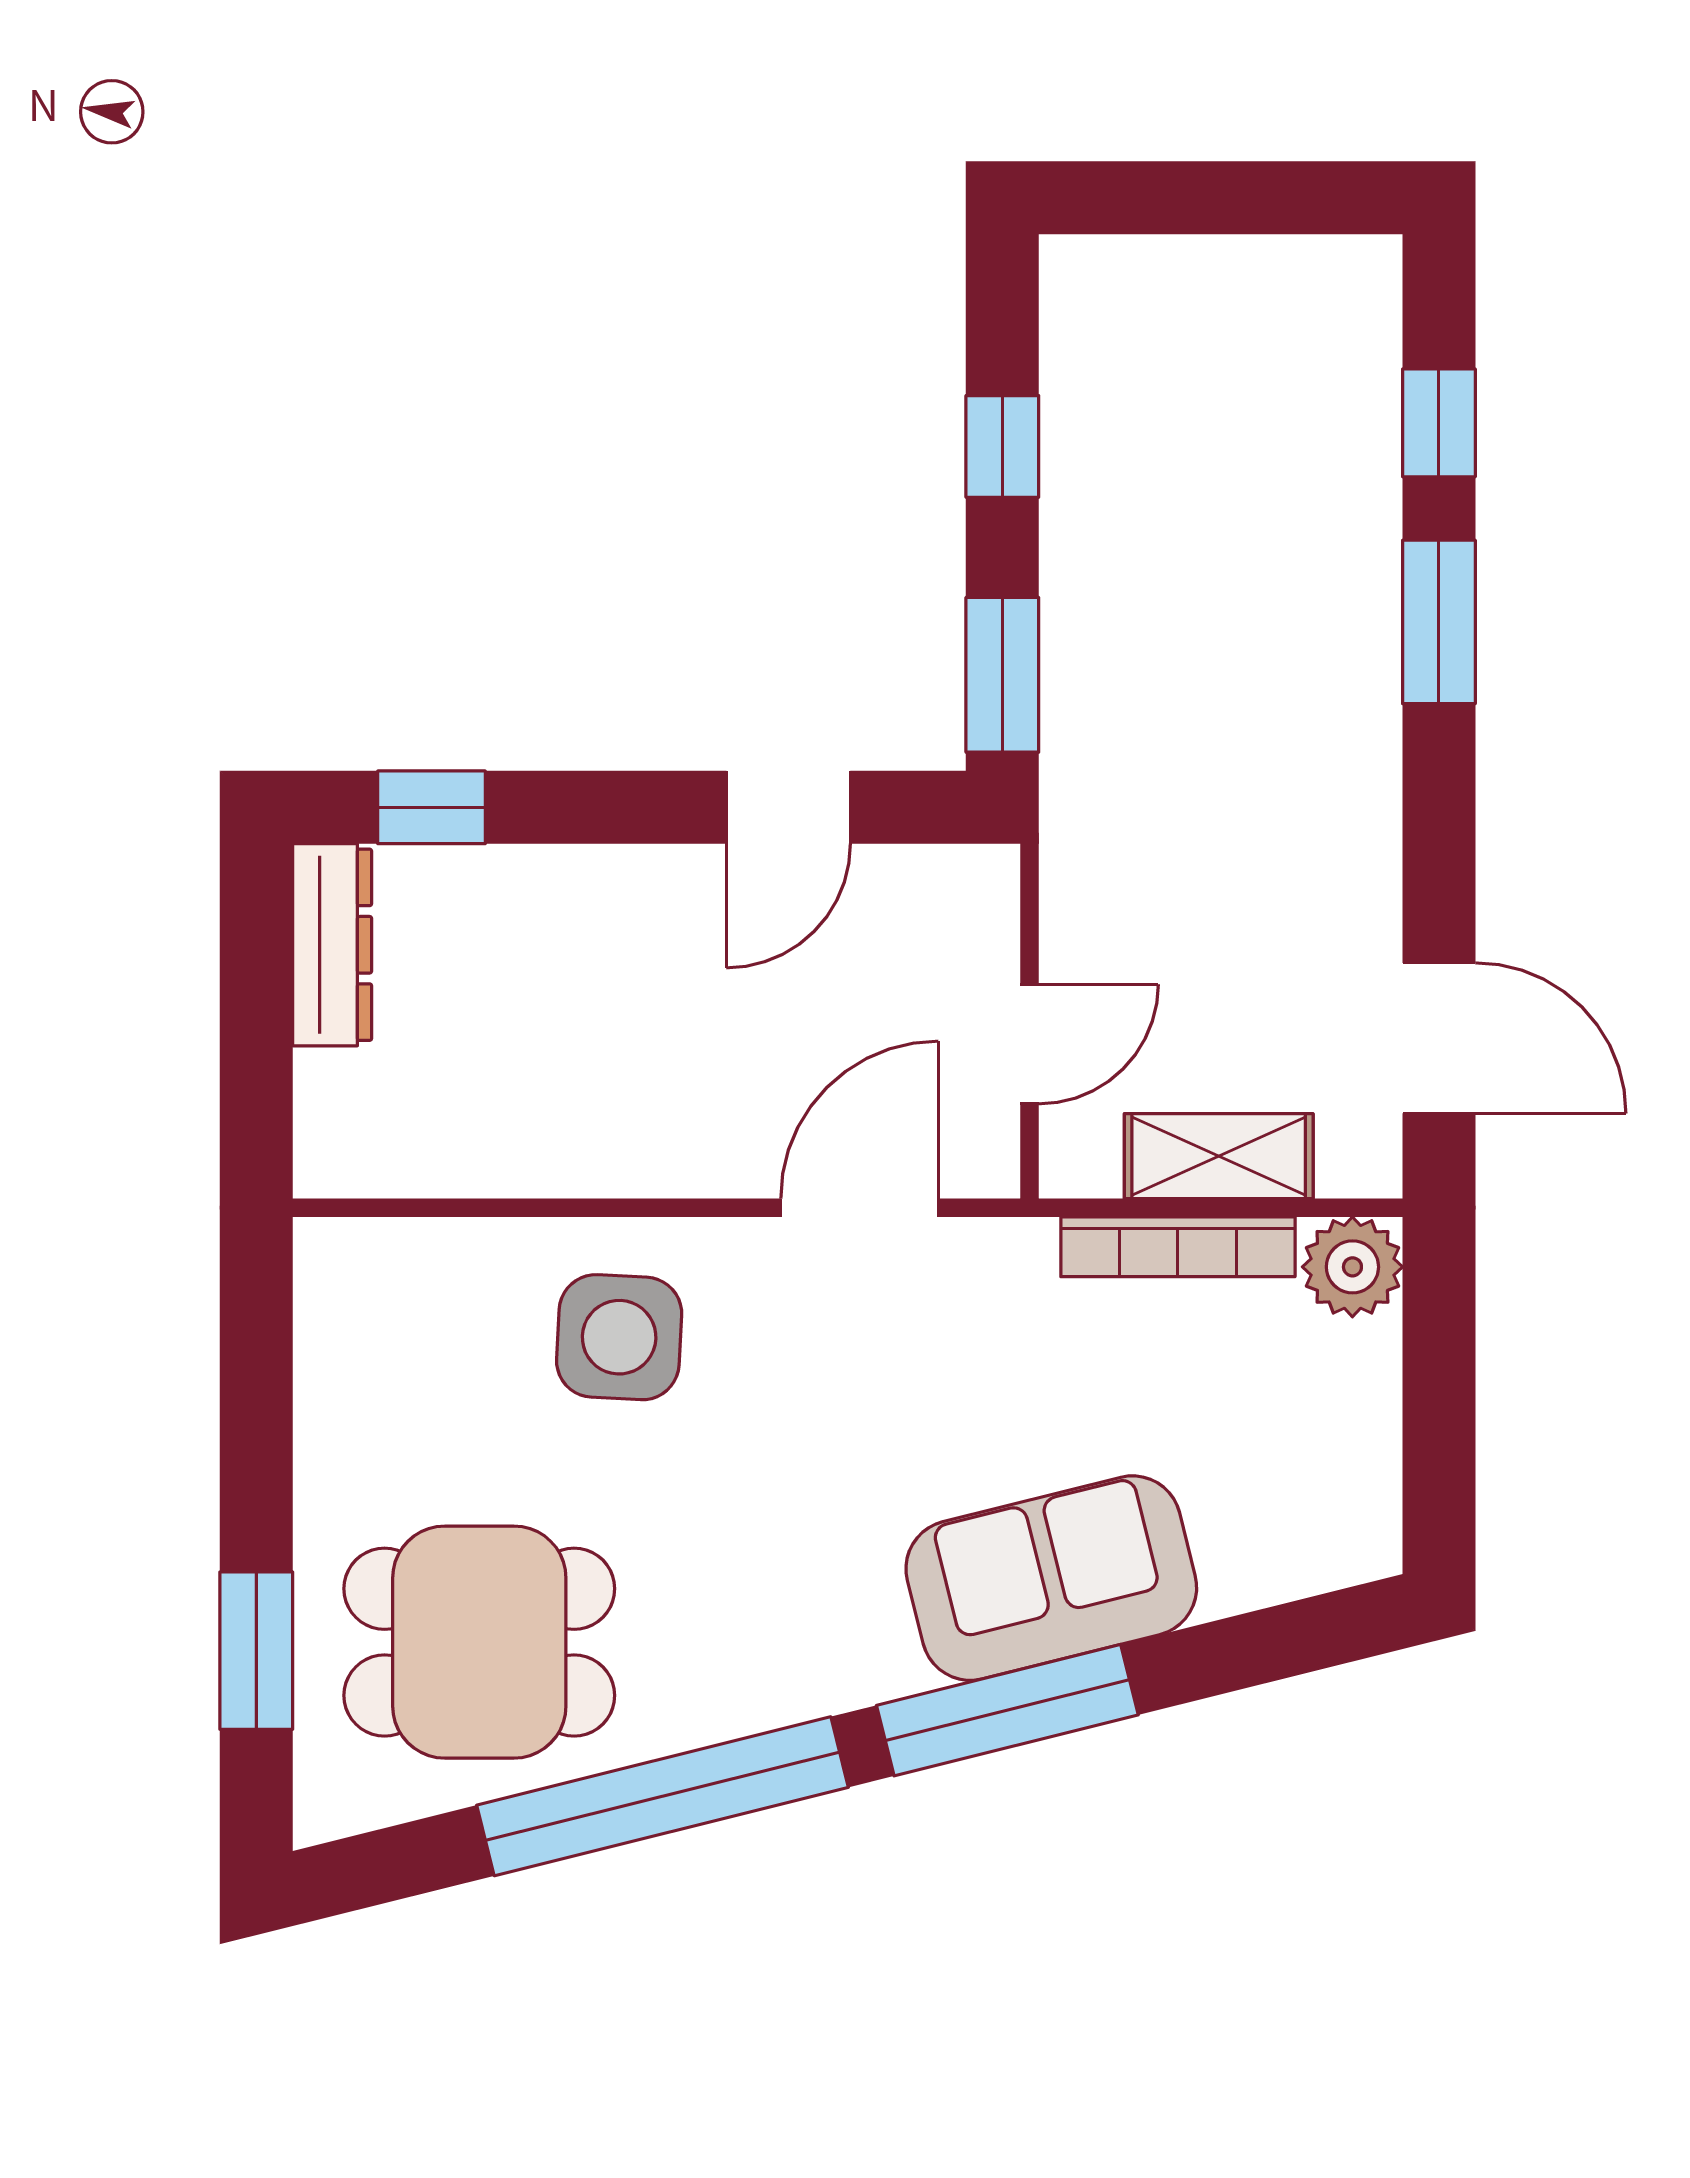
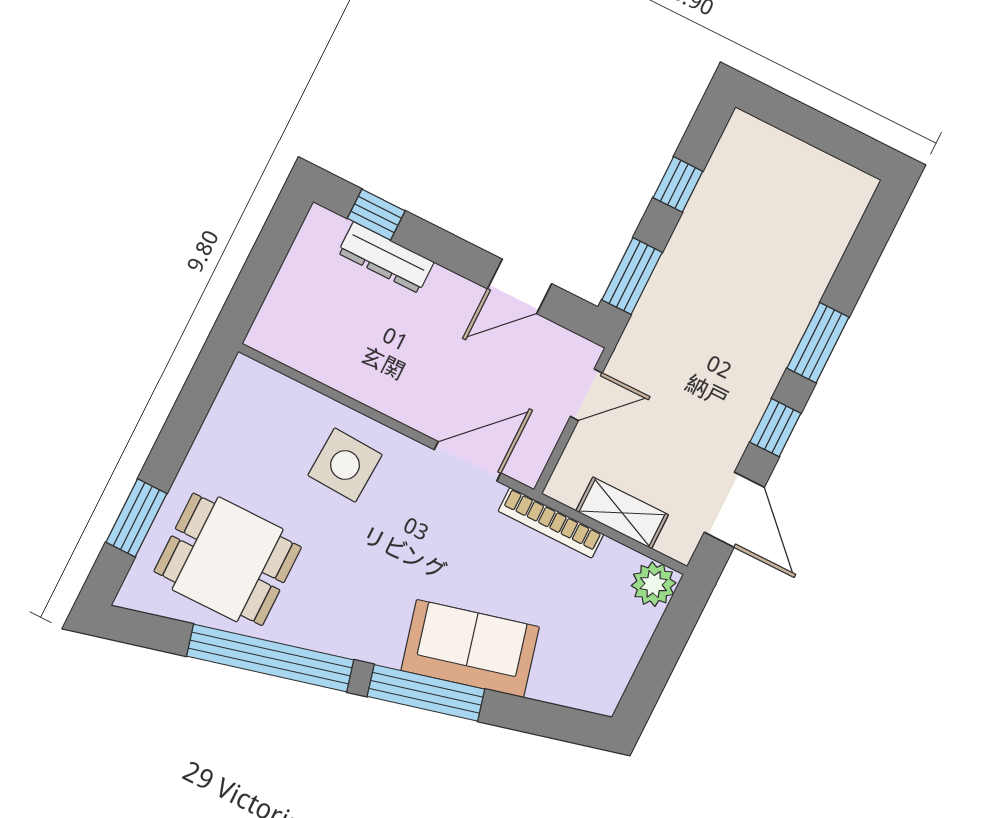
window: (1439, 423) -> (775, 428), moved
dresser: (332, 945) -> (386, 258), moved, turned 90
door: (1030, 1044) -> (586, 395), moved
bookcase: (1178, 1247) -> (551, 523), moved

